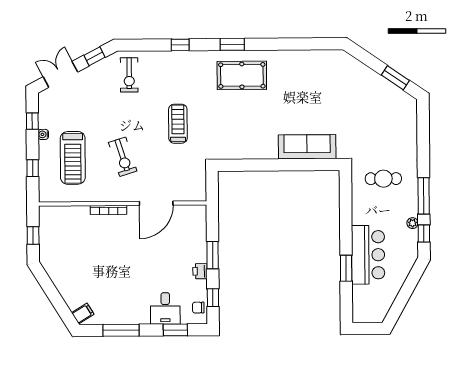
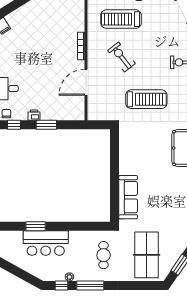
table tennis table: (383, 122) -> (147, 255), added
treadmill: (178, 124) -> (146, 99), width x1.37, depth x1.38
exercise bike: (123, 157) -> (122, 57), turned 70
door: (156, 203) -> (86, 82), hinge flipped

